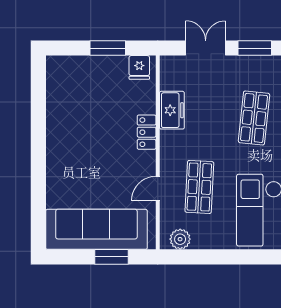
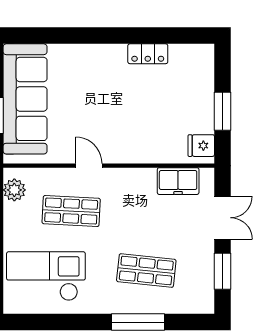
freezer: (172, 110) -> (178, 181), moved
locker: (147, 132) -> (148, 54), moved, turned 180
door: (158, 189) -> (89, 166), moved

